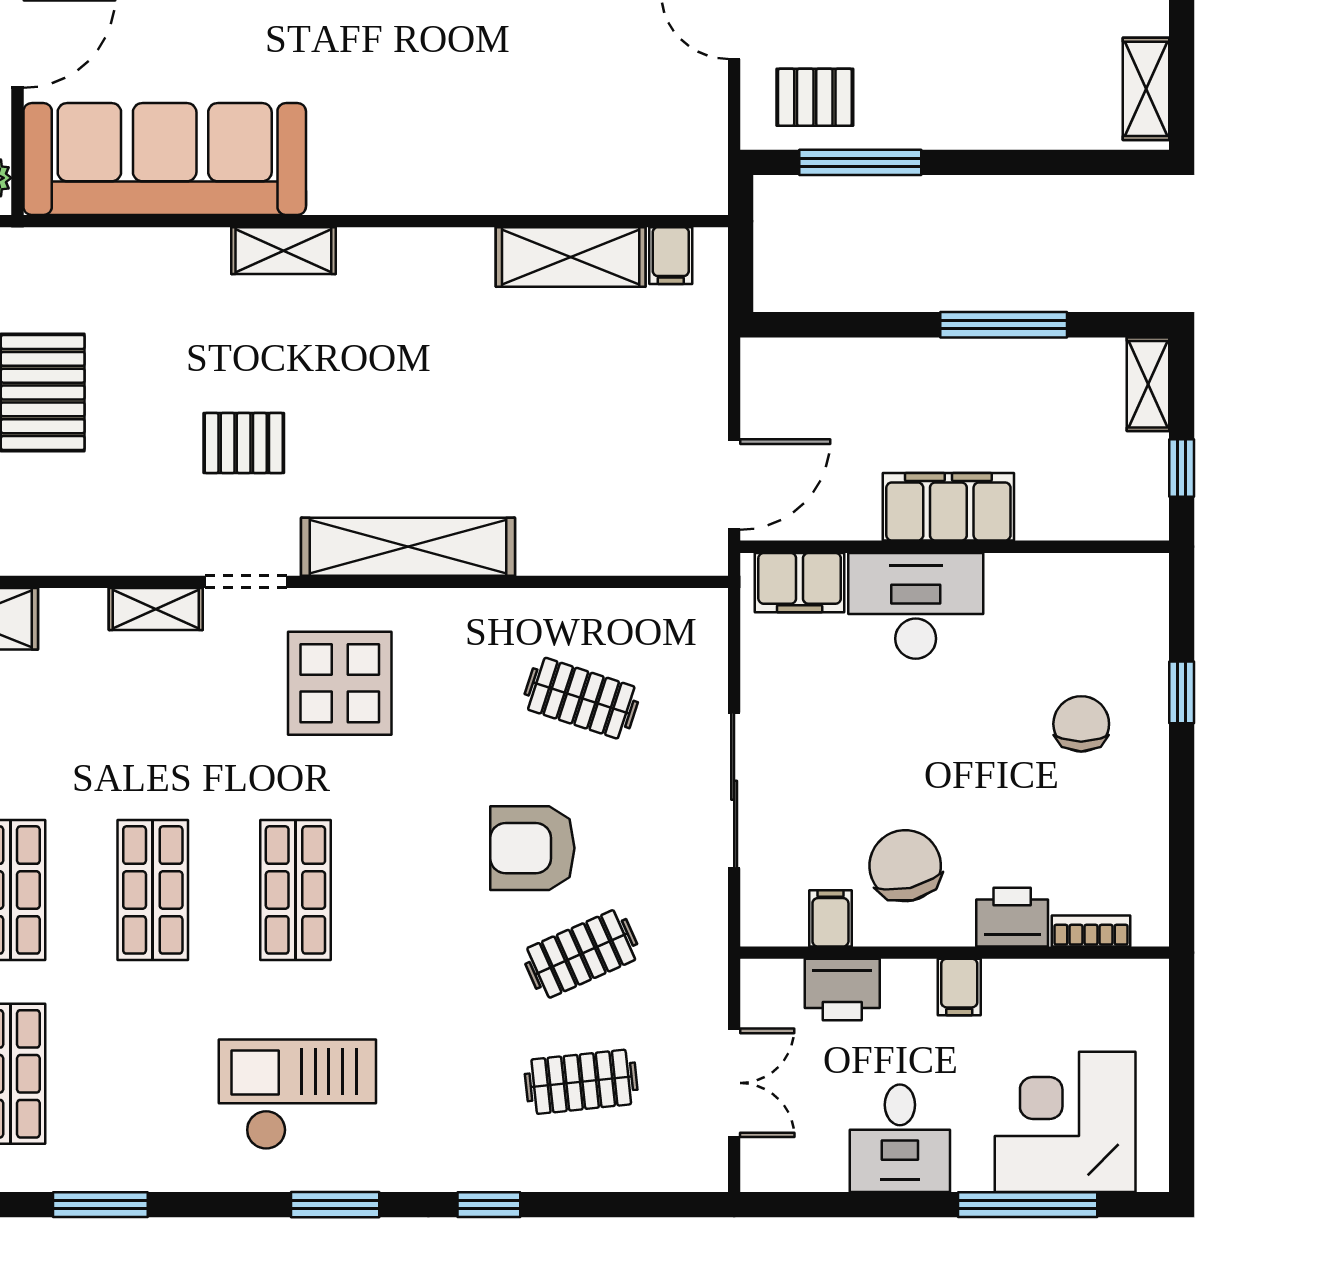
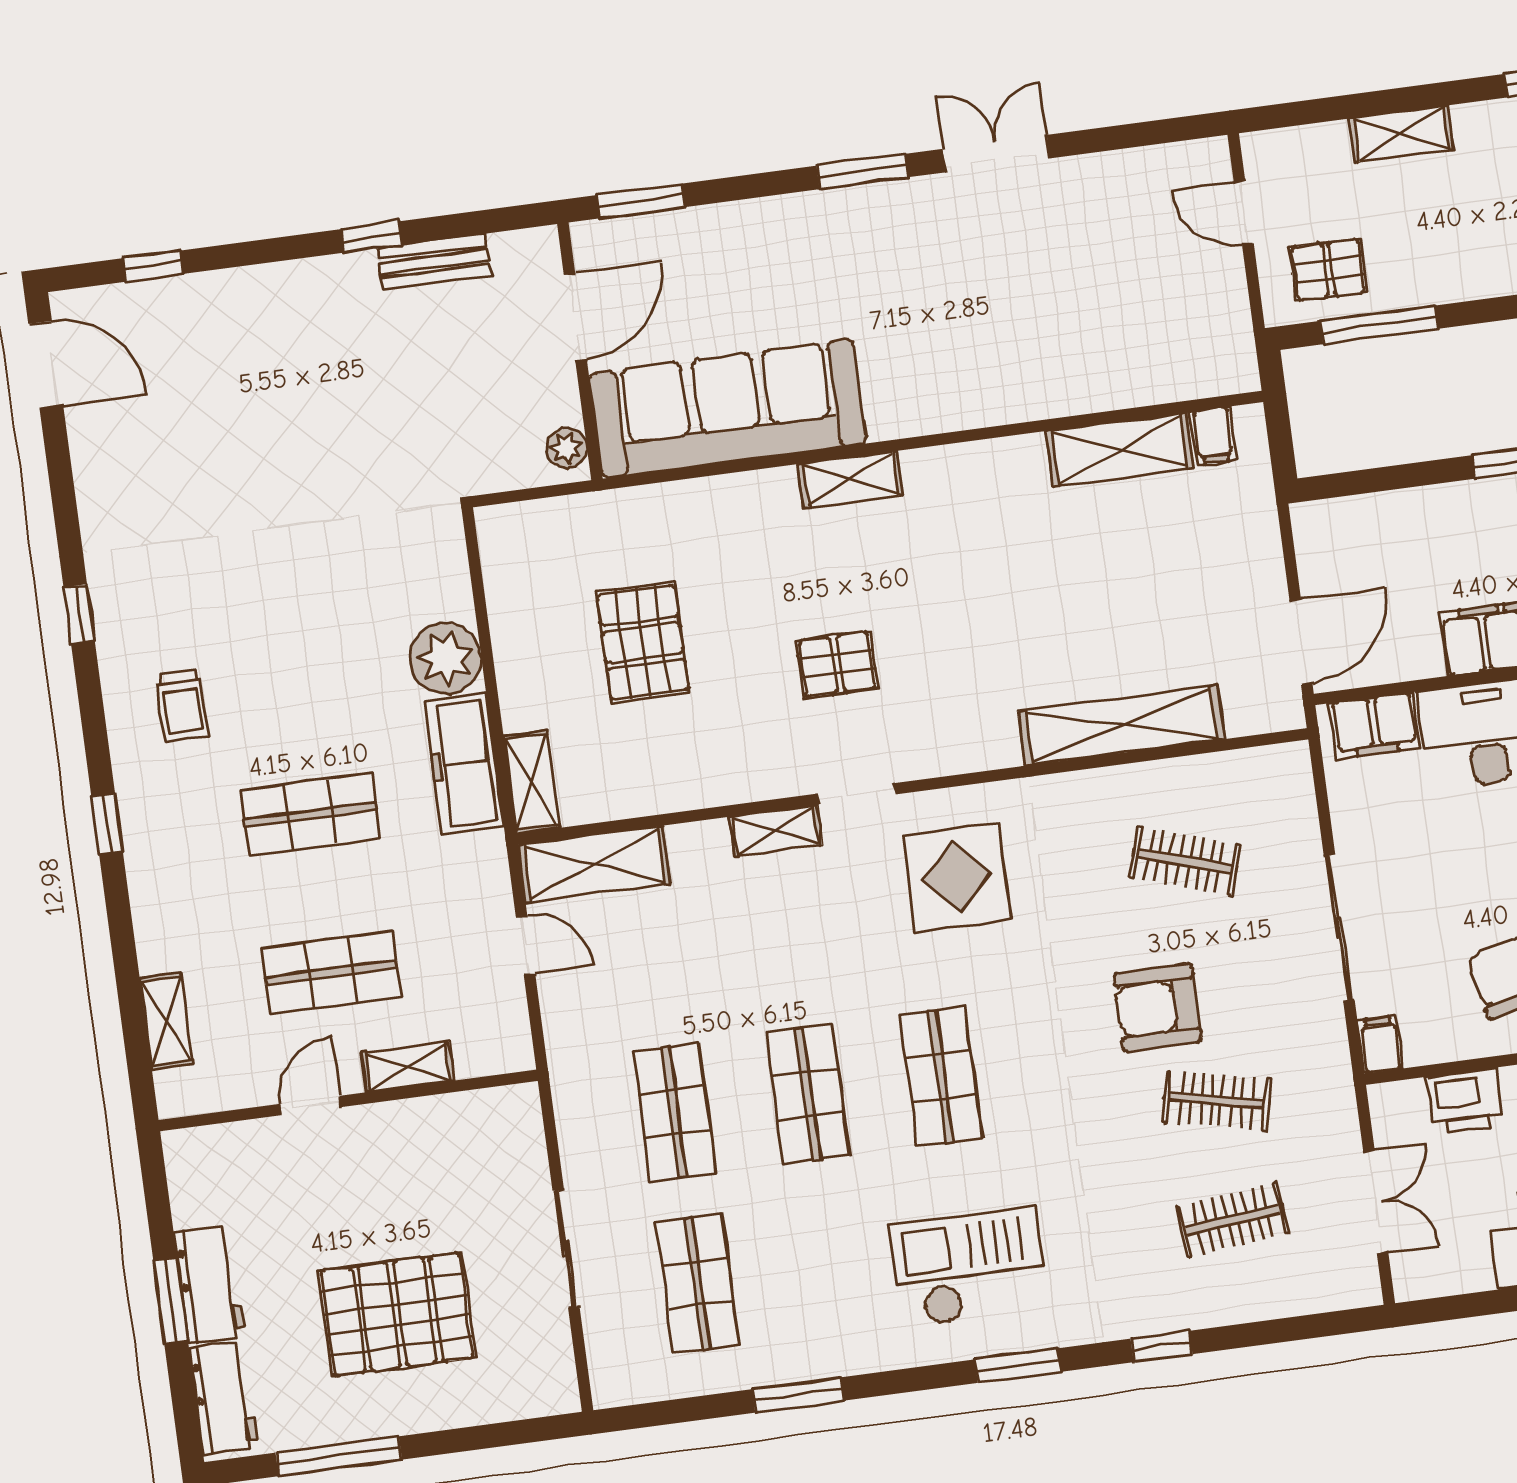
shelving: (408, 547) -> (1121, 725), moved
filing cabinet: (830, 918) -> (1381, 1045), moved
clothes rail: (581, 954) -> (1217, 1100), turned 36

